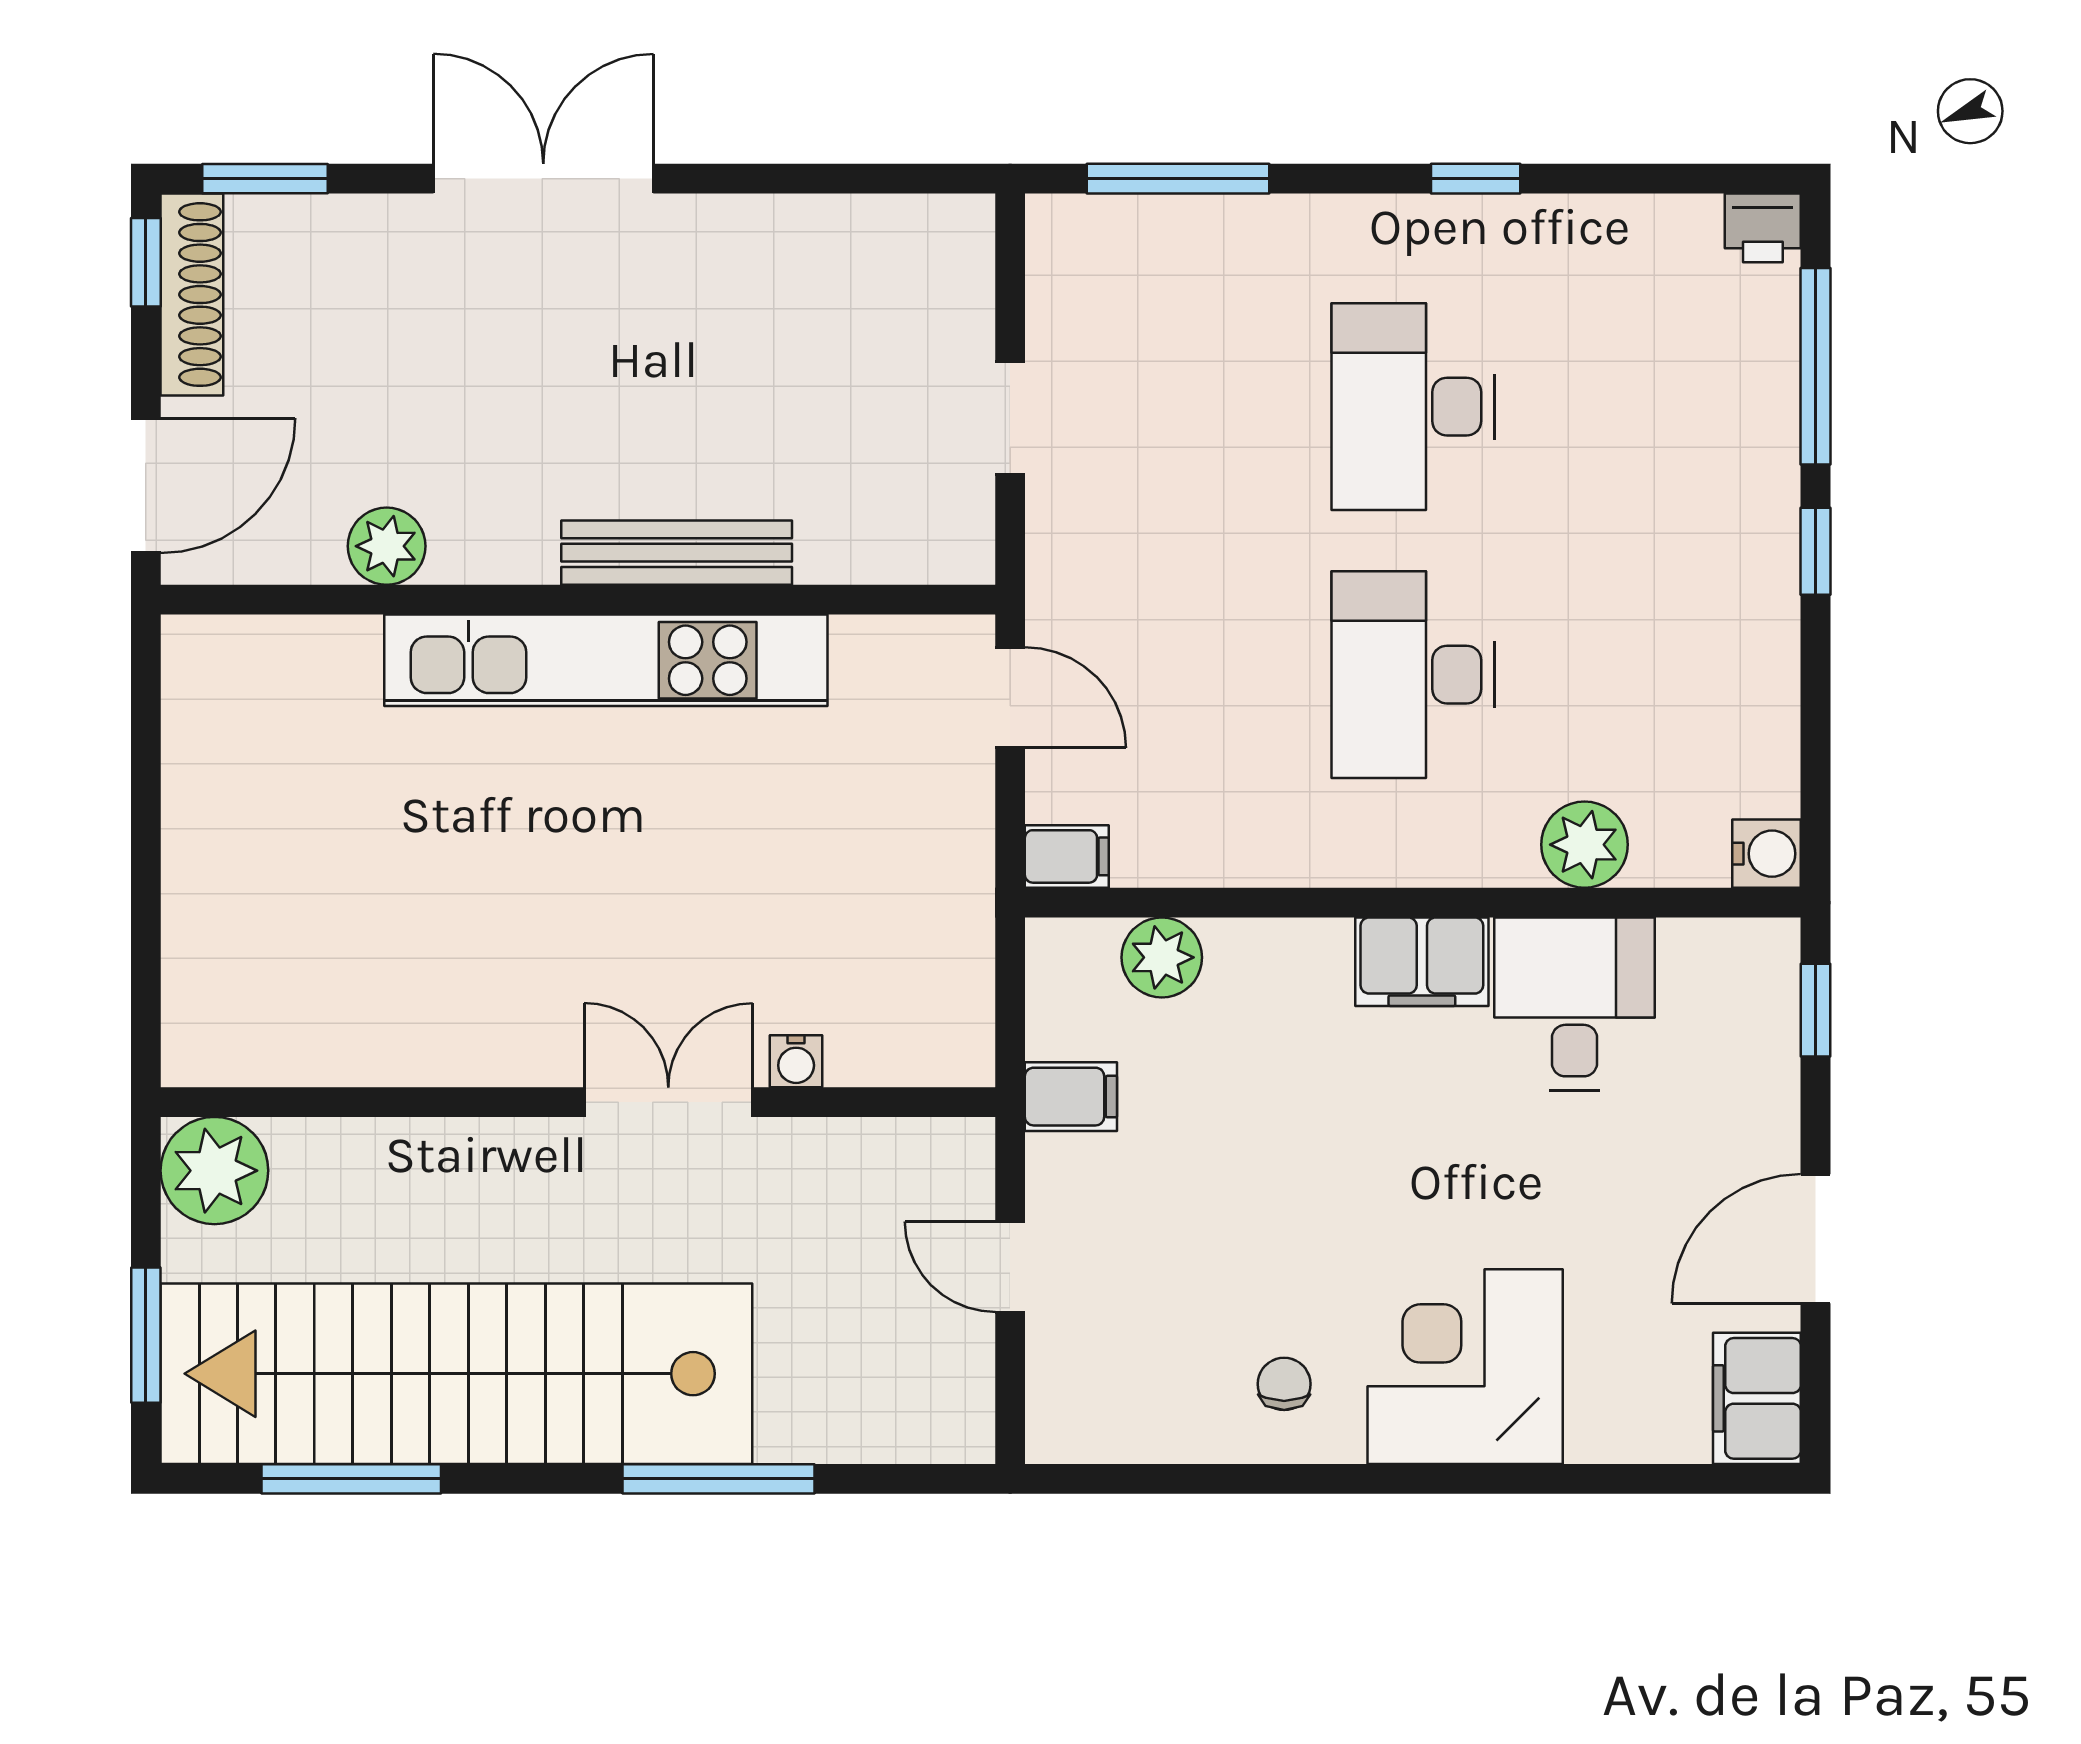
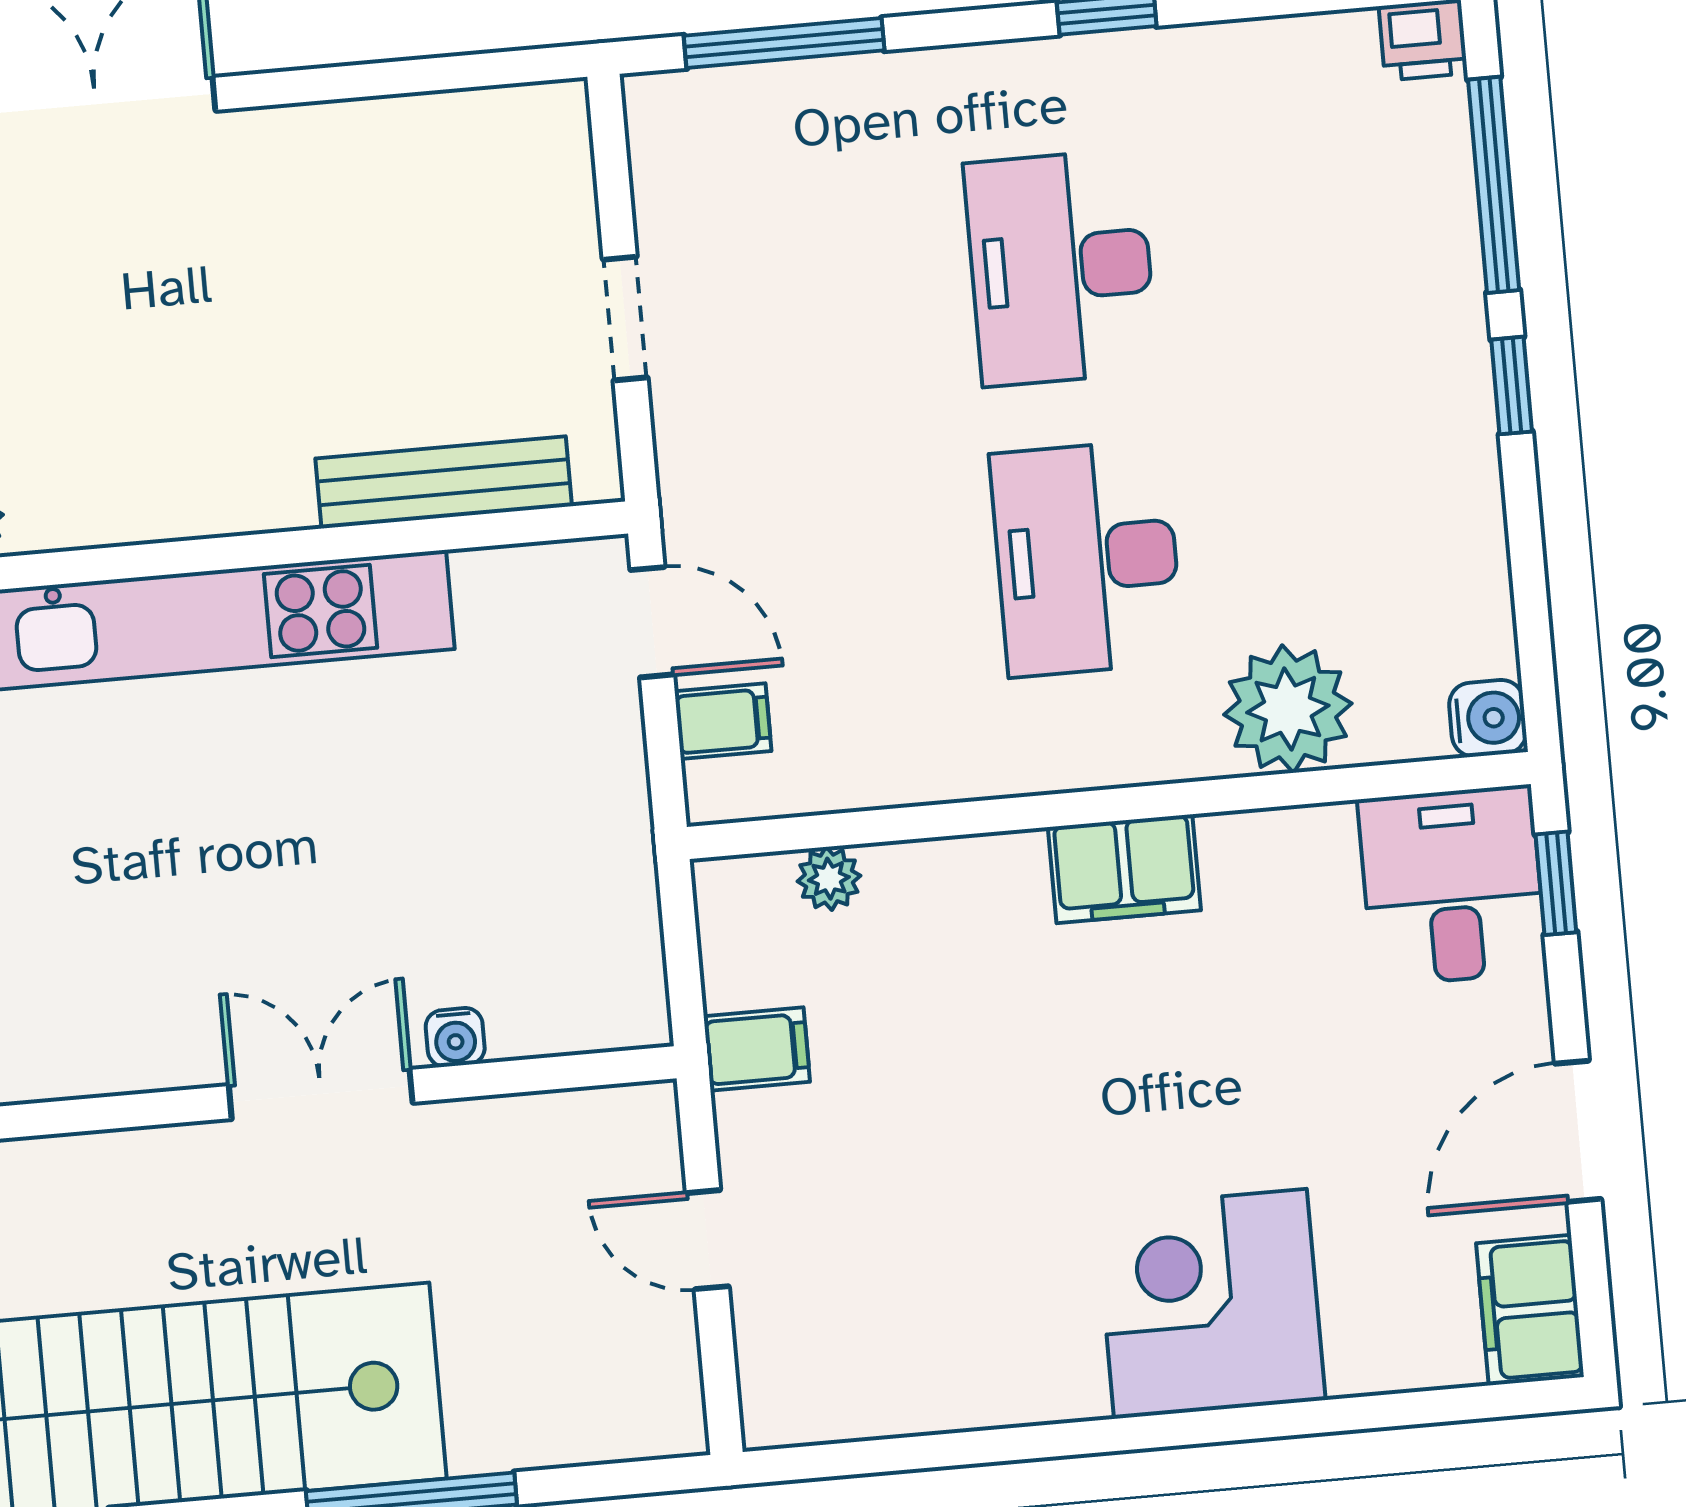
bench: (677, 553) -> (444, 482), moved
plant: (1585, 845) -> (1288, 709), width x1.36, depth x1.36
filing cabinet: (1067, 856) -> (723, 721), moved
plant: (1162, 957) -> (829, 879), width x0.73, depth x0.73
desk: (1575, 1004) -> (1452, 886), moved
chair: (1284, 1384) -> (1016, 1340), removed

